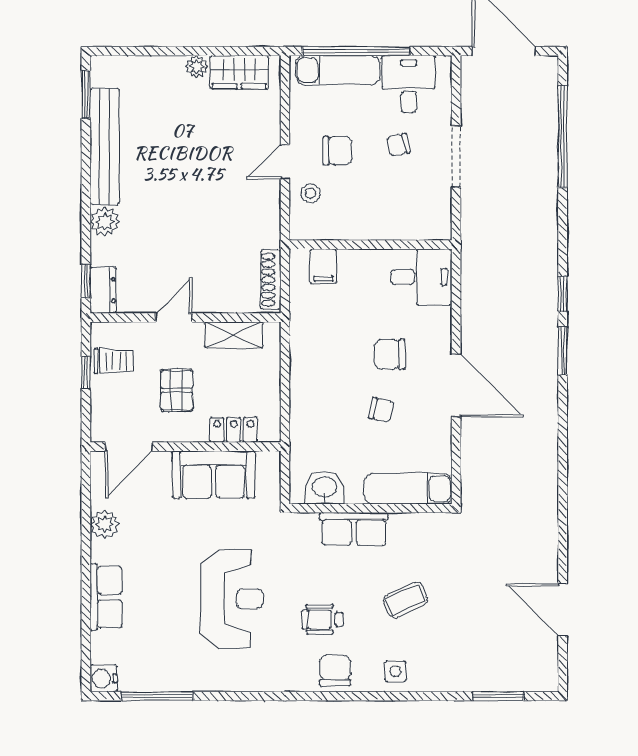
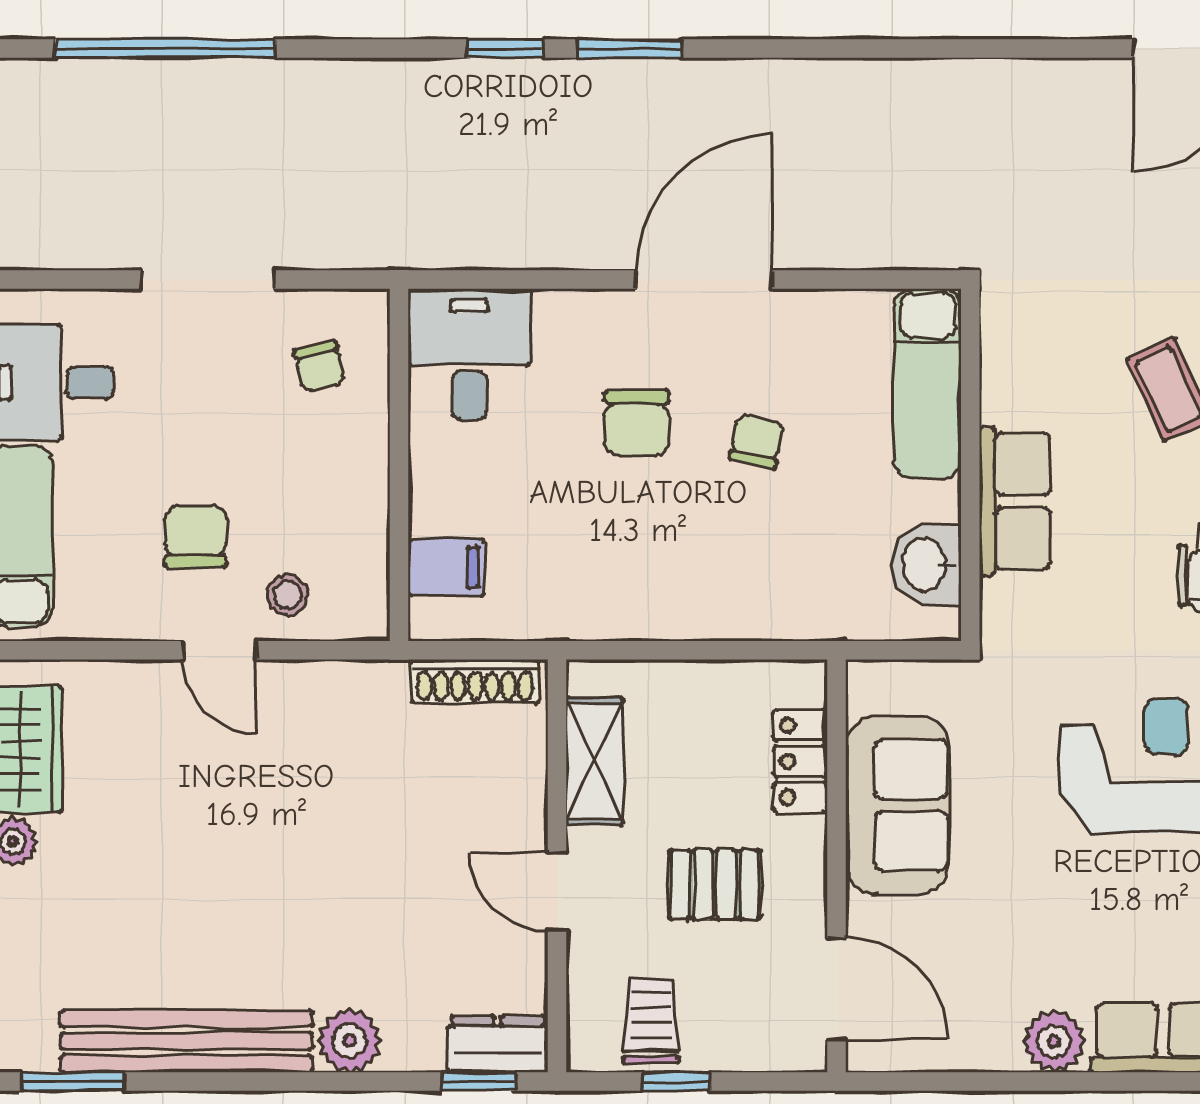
chair: (398, 145) -> (320, 367), moved
plant: (104, 524) -> (1054, 1041), moved

